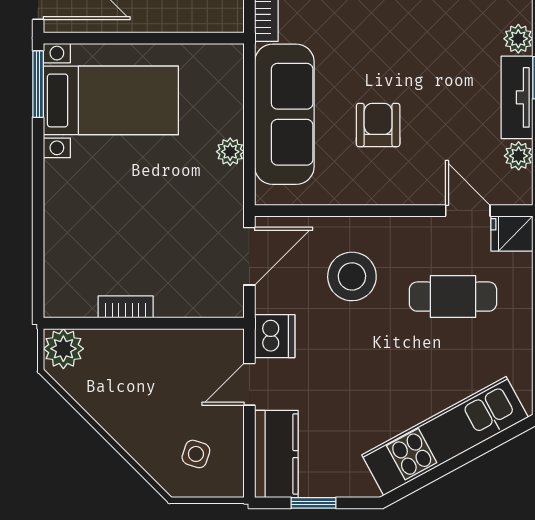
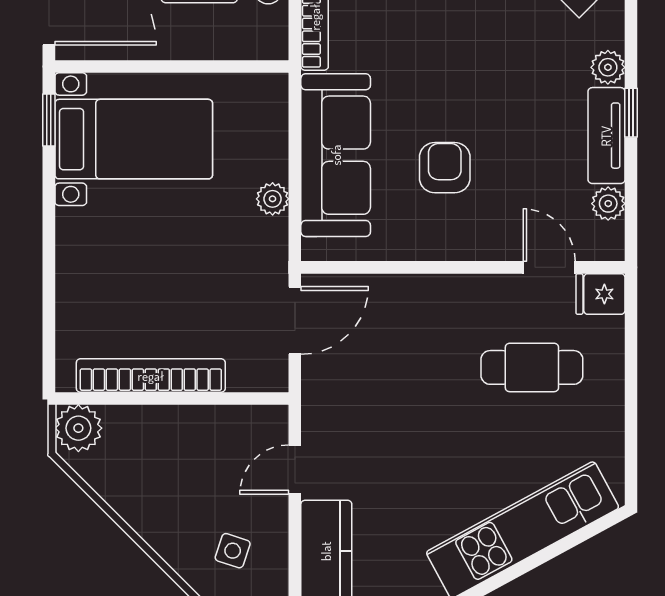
window: (38, 84) -> (49, 120), width x0.67
stool: (352, 276) -> (414, 344), removed
bookcase: (126, 307) -> (151, 376), width x2.31, depth x1.31
dishwasher: (275, 336) -> (324, 414), removed

